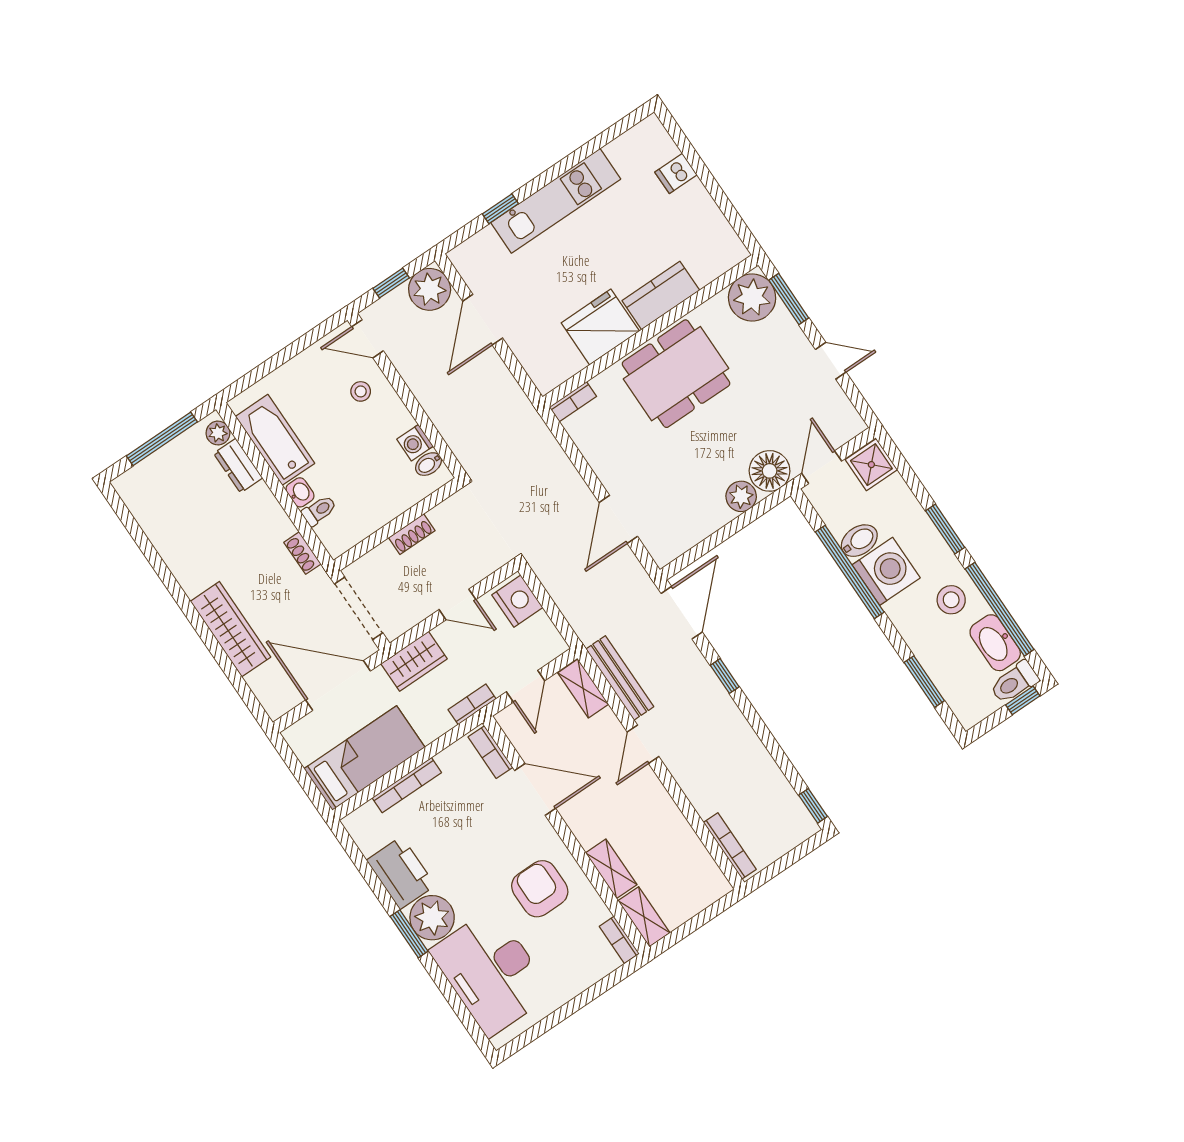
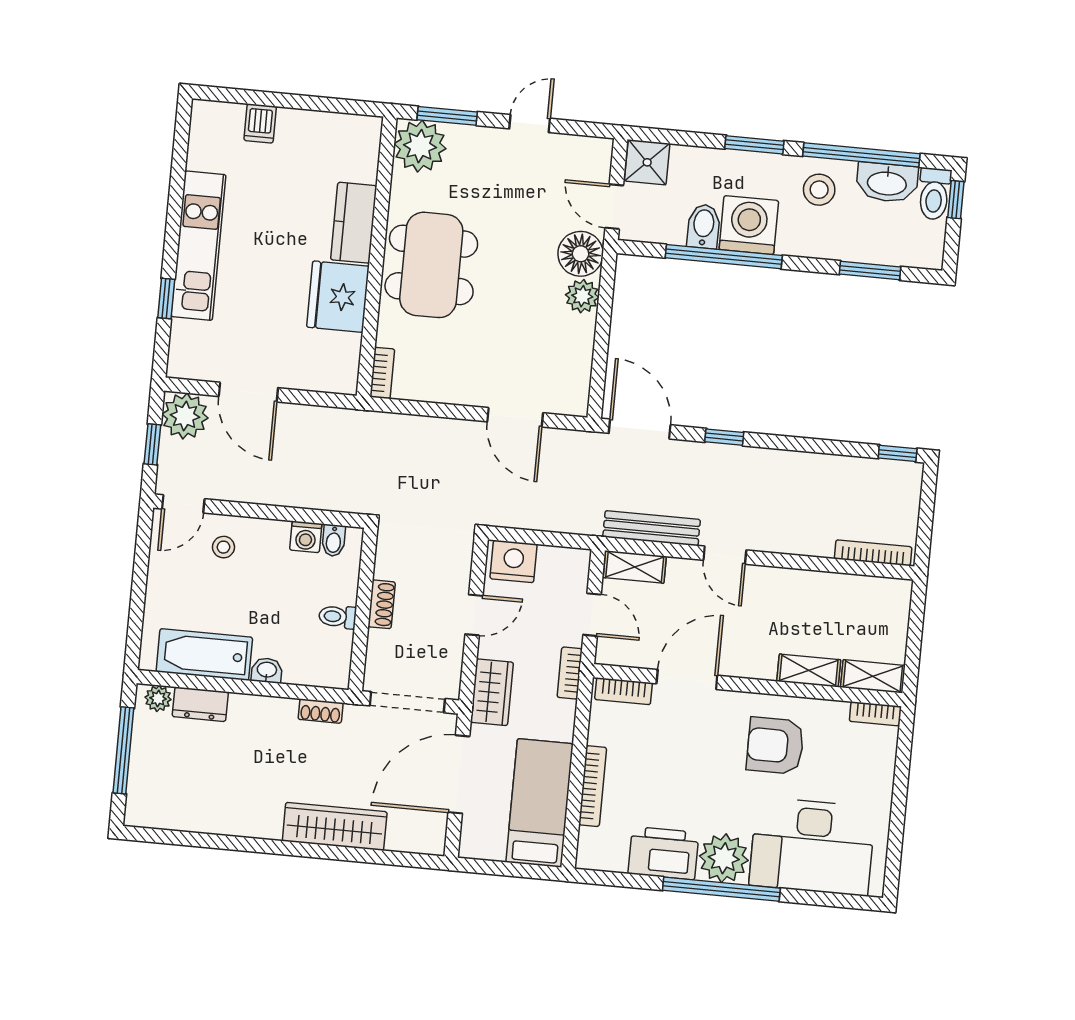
toilet: (319, 511) -> (338, 617), moved, turned -90
window: (409, 934) -> (721, 889), width x2.11

